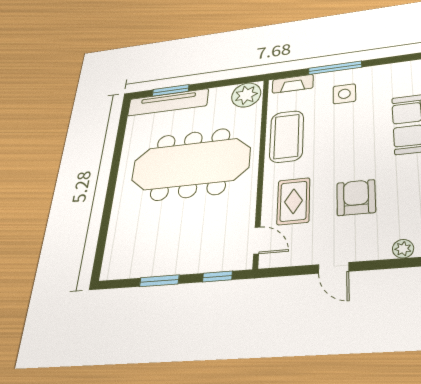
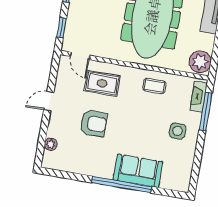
window: (335, 68) -> (206, 112), moved
coffee table: (287, 136) -> (154, 86), width x0.54, depth x0.58
door: (257, 240) -> (80, 56), hinge flipped

